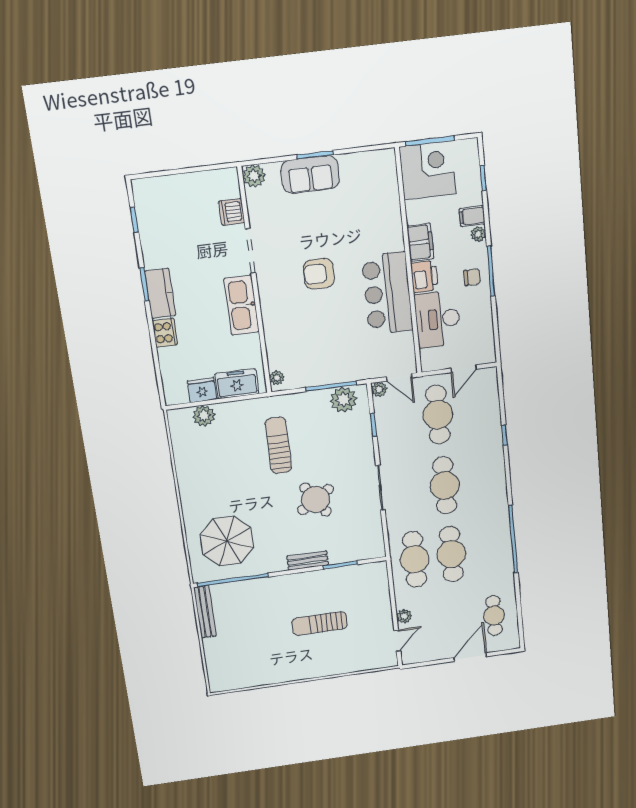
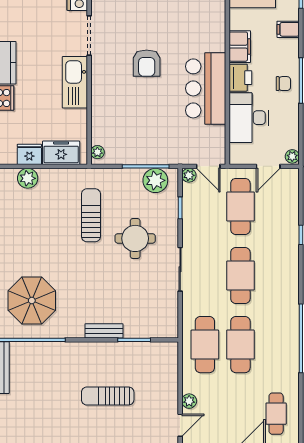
plant: (478, 234) -> (292, 156), moved
armchair: (319, 274) -> (147, 63), turned -90
round table: (316, 500) -> (135, 238), moved, turned 33

